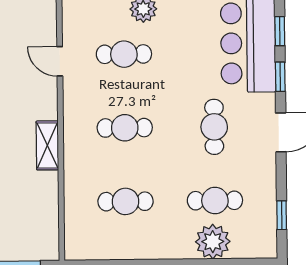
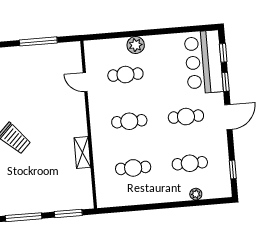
cafe table: (214, 127) -> (186, 117), turned 90
shelving: (47, 145) -> (82, 152), moved
plant: (213, 242) -> (196, 194), width x0.53, depth x0.53

